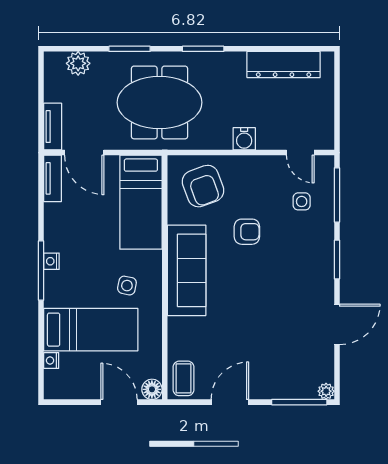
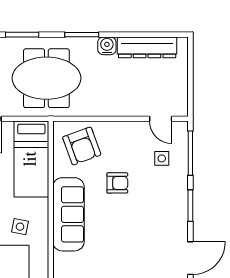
water cooler: (244, 139) -> (107, 46), moved, turned 180

